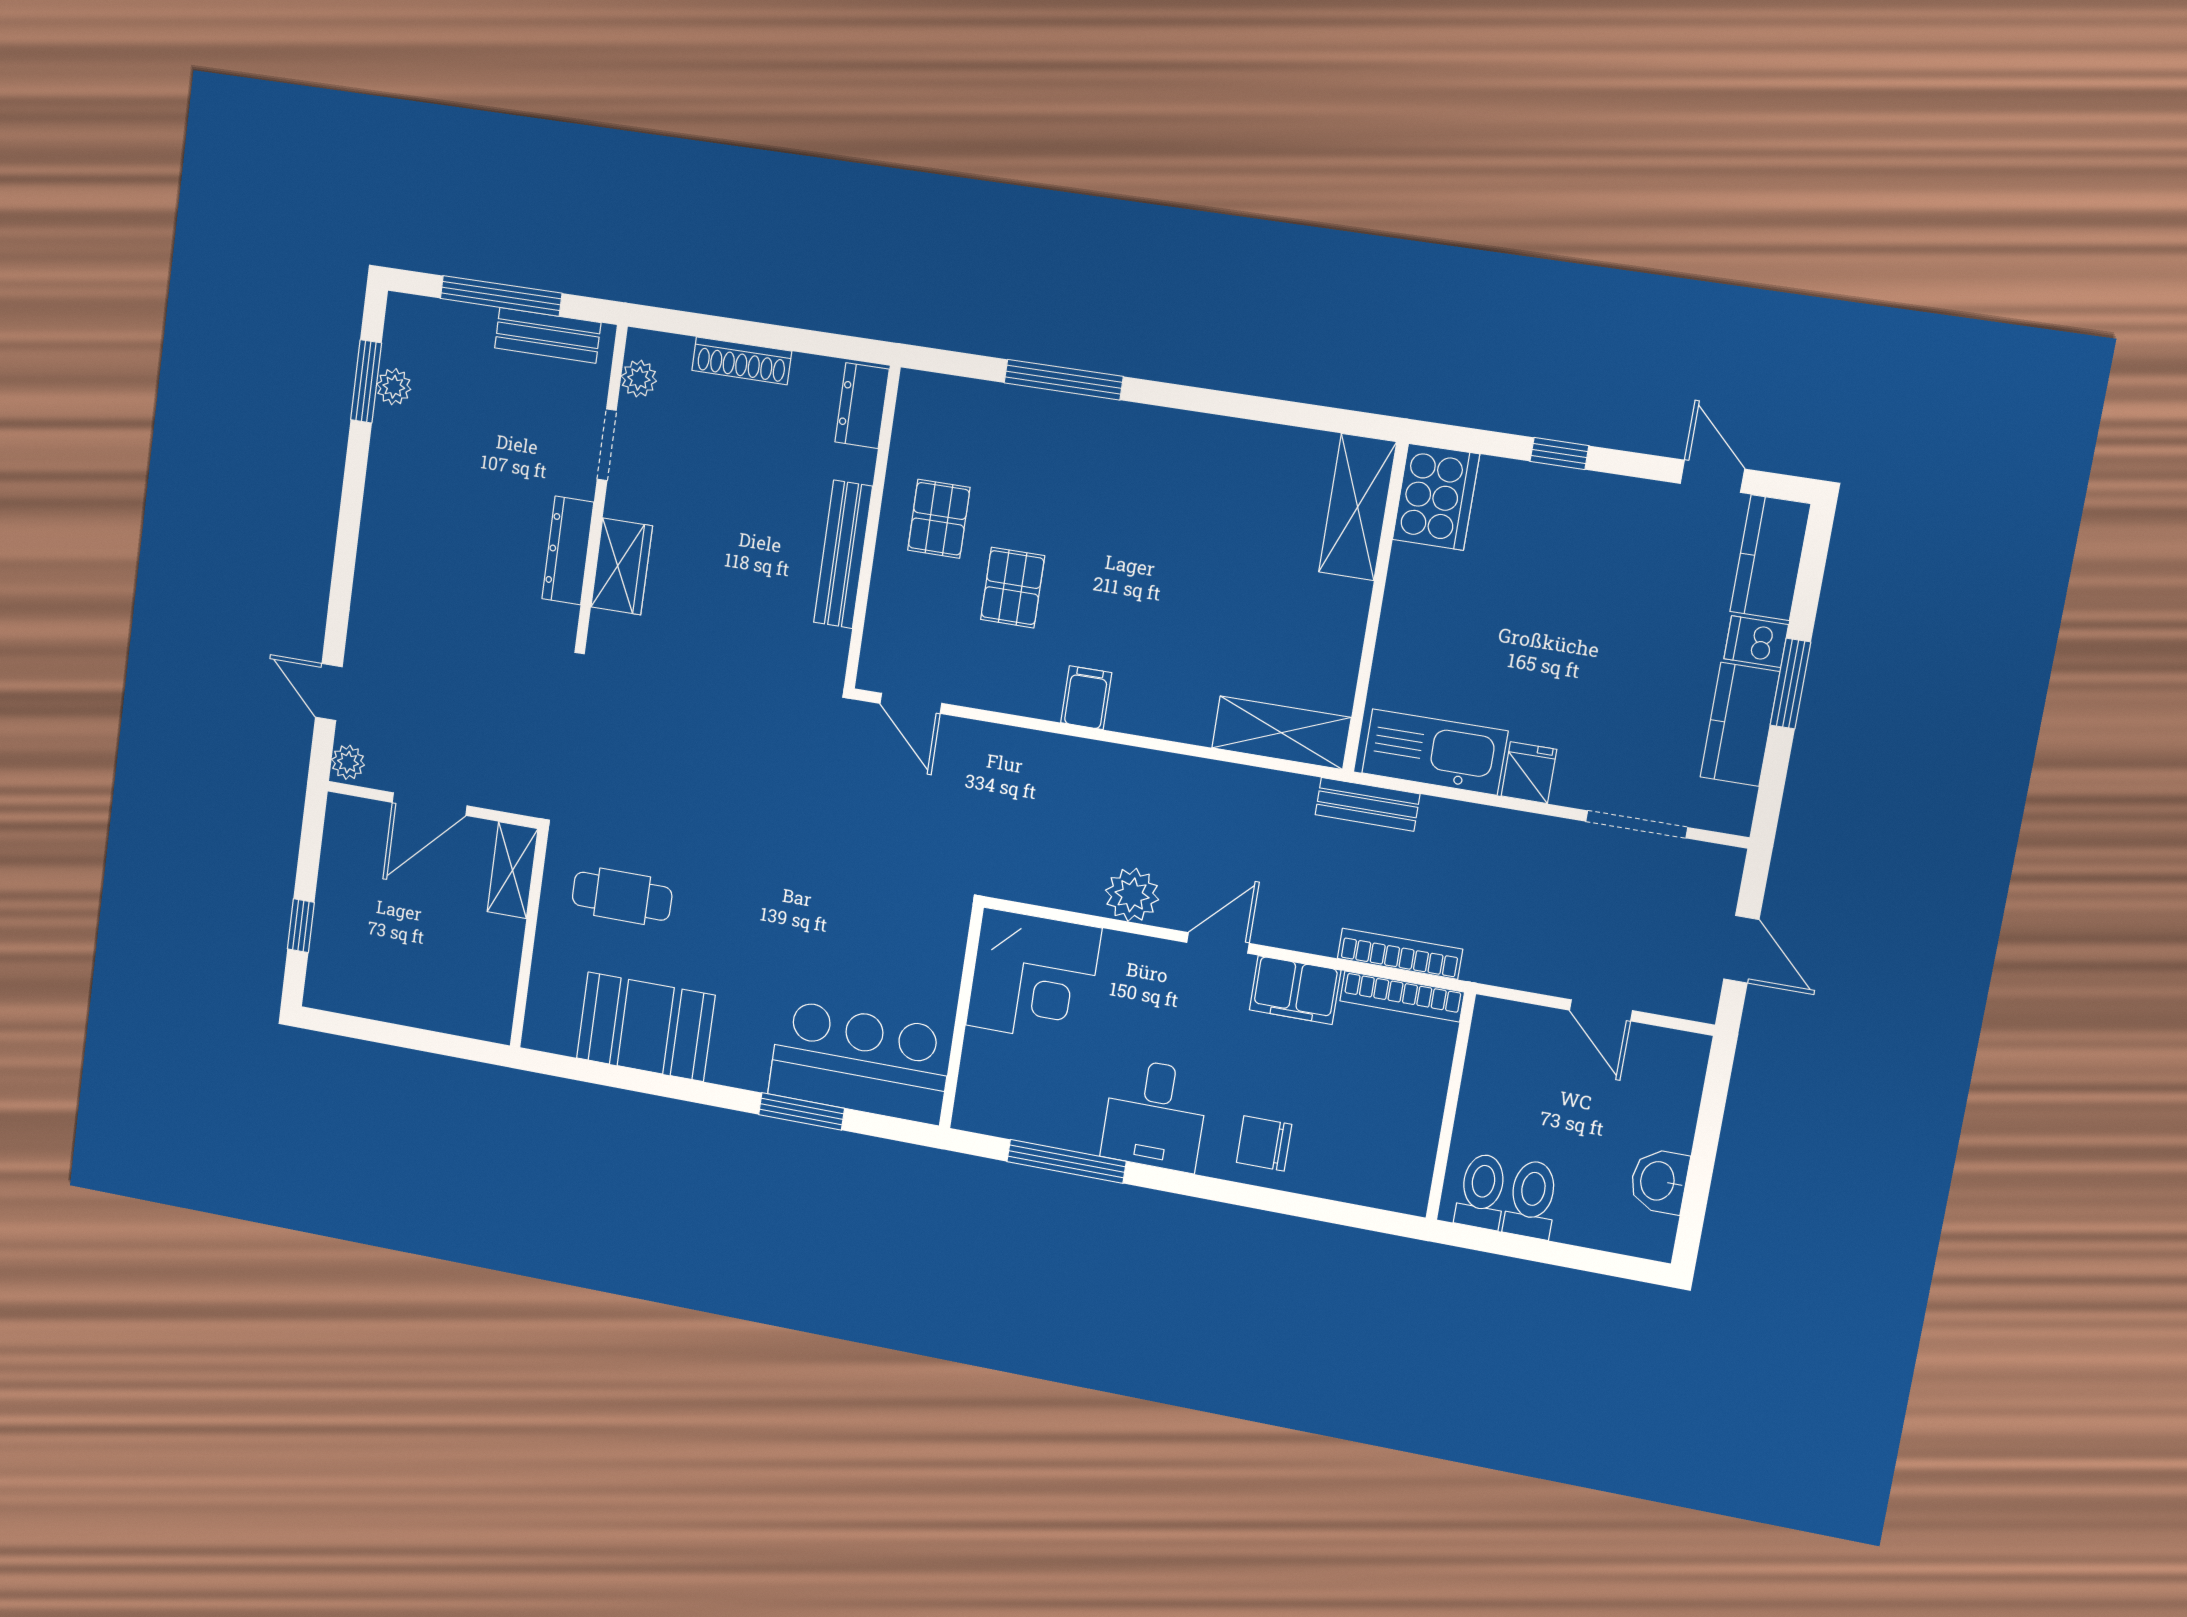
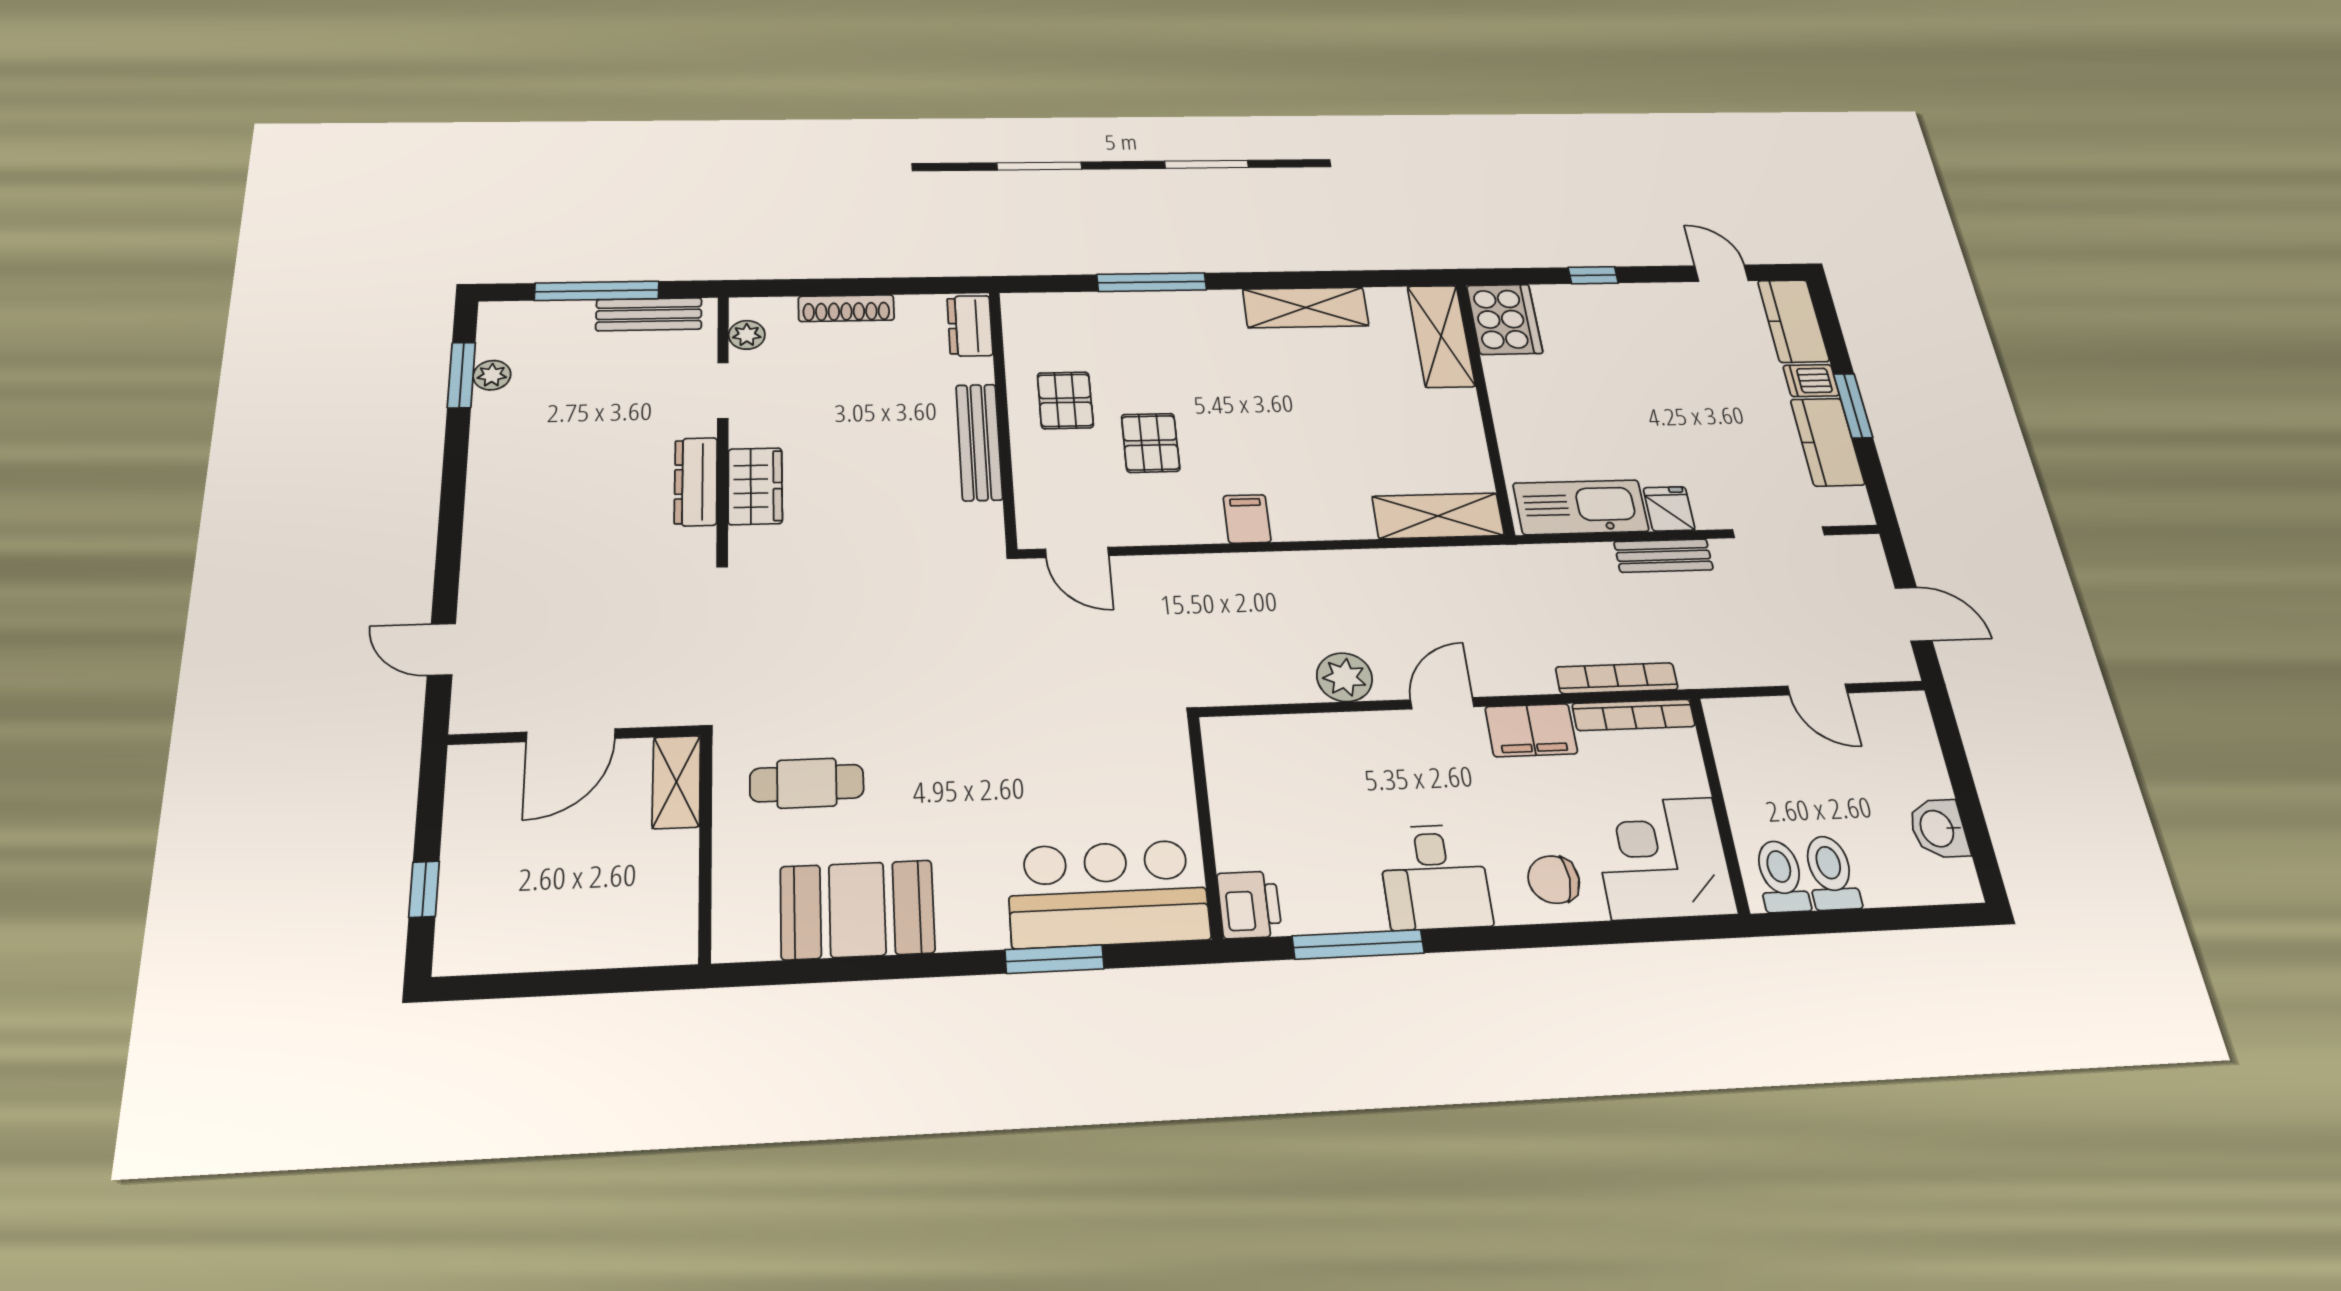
shelving: (1221, 443) -> (1306, 307), added
plant: (348, 762) -> (470, 712), removed
bench: (1368, 804) -> (1663, 556), moved
corner desk: (1034, 977) -> (1663, 858), moved, turned 180
printer: (981, 1102) -> (1249, 905), added

